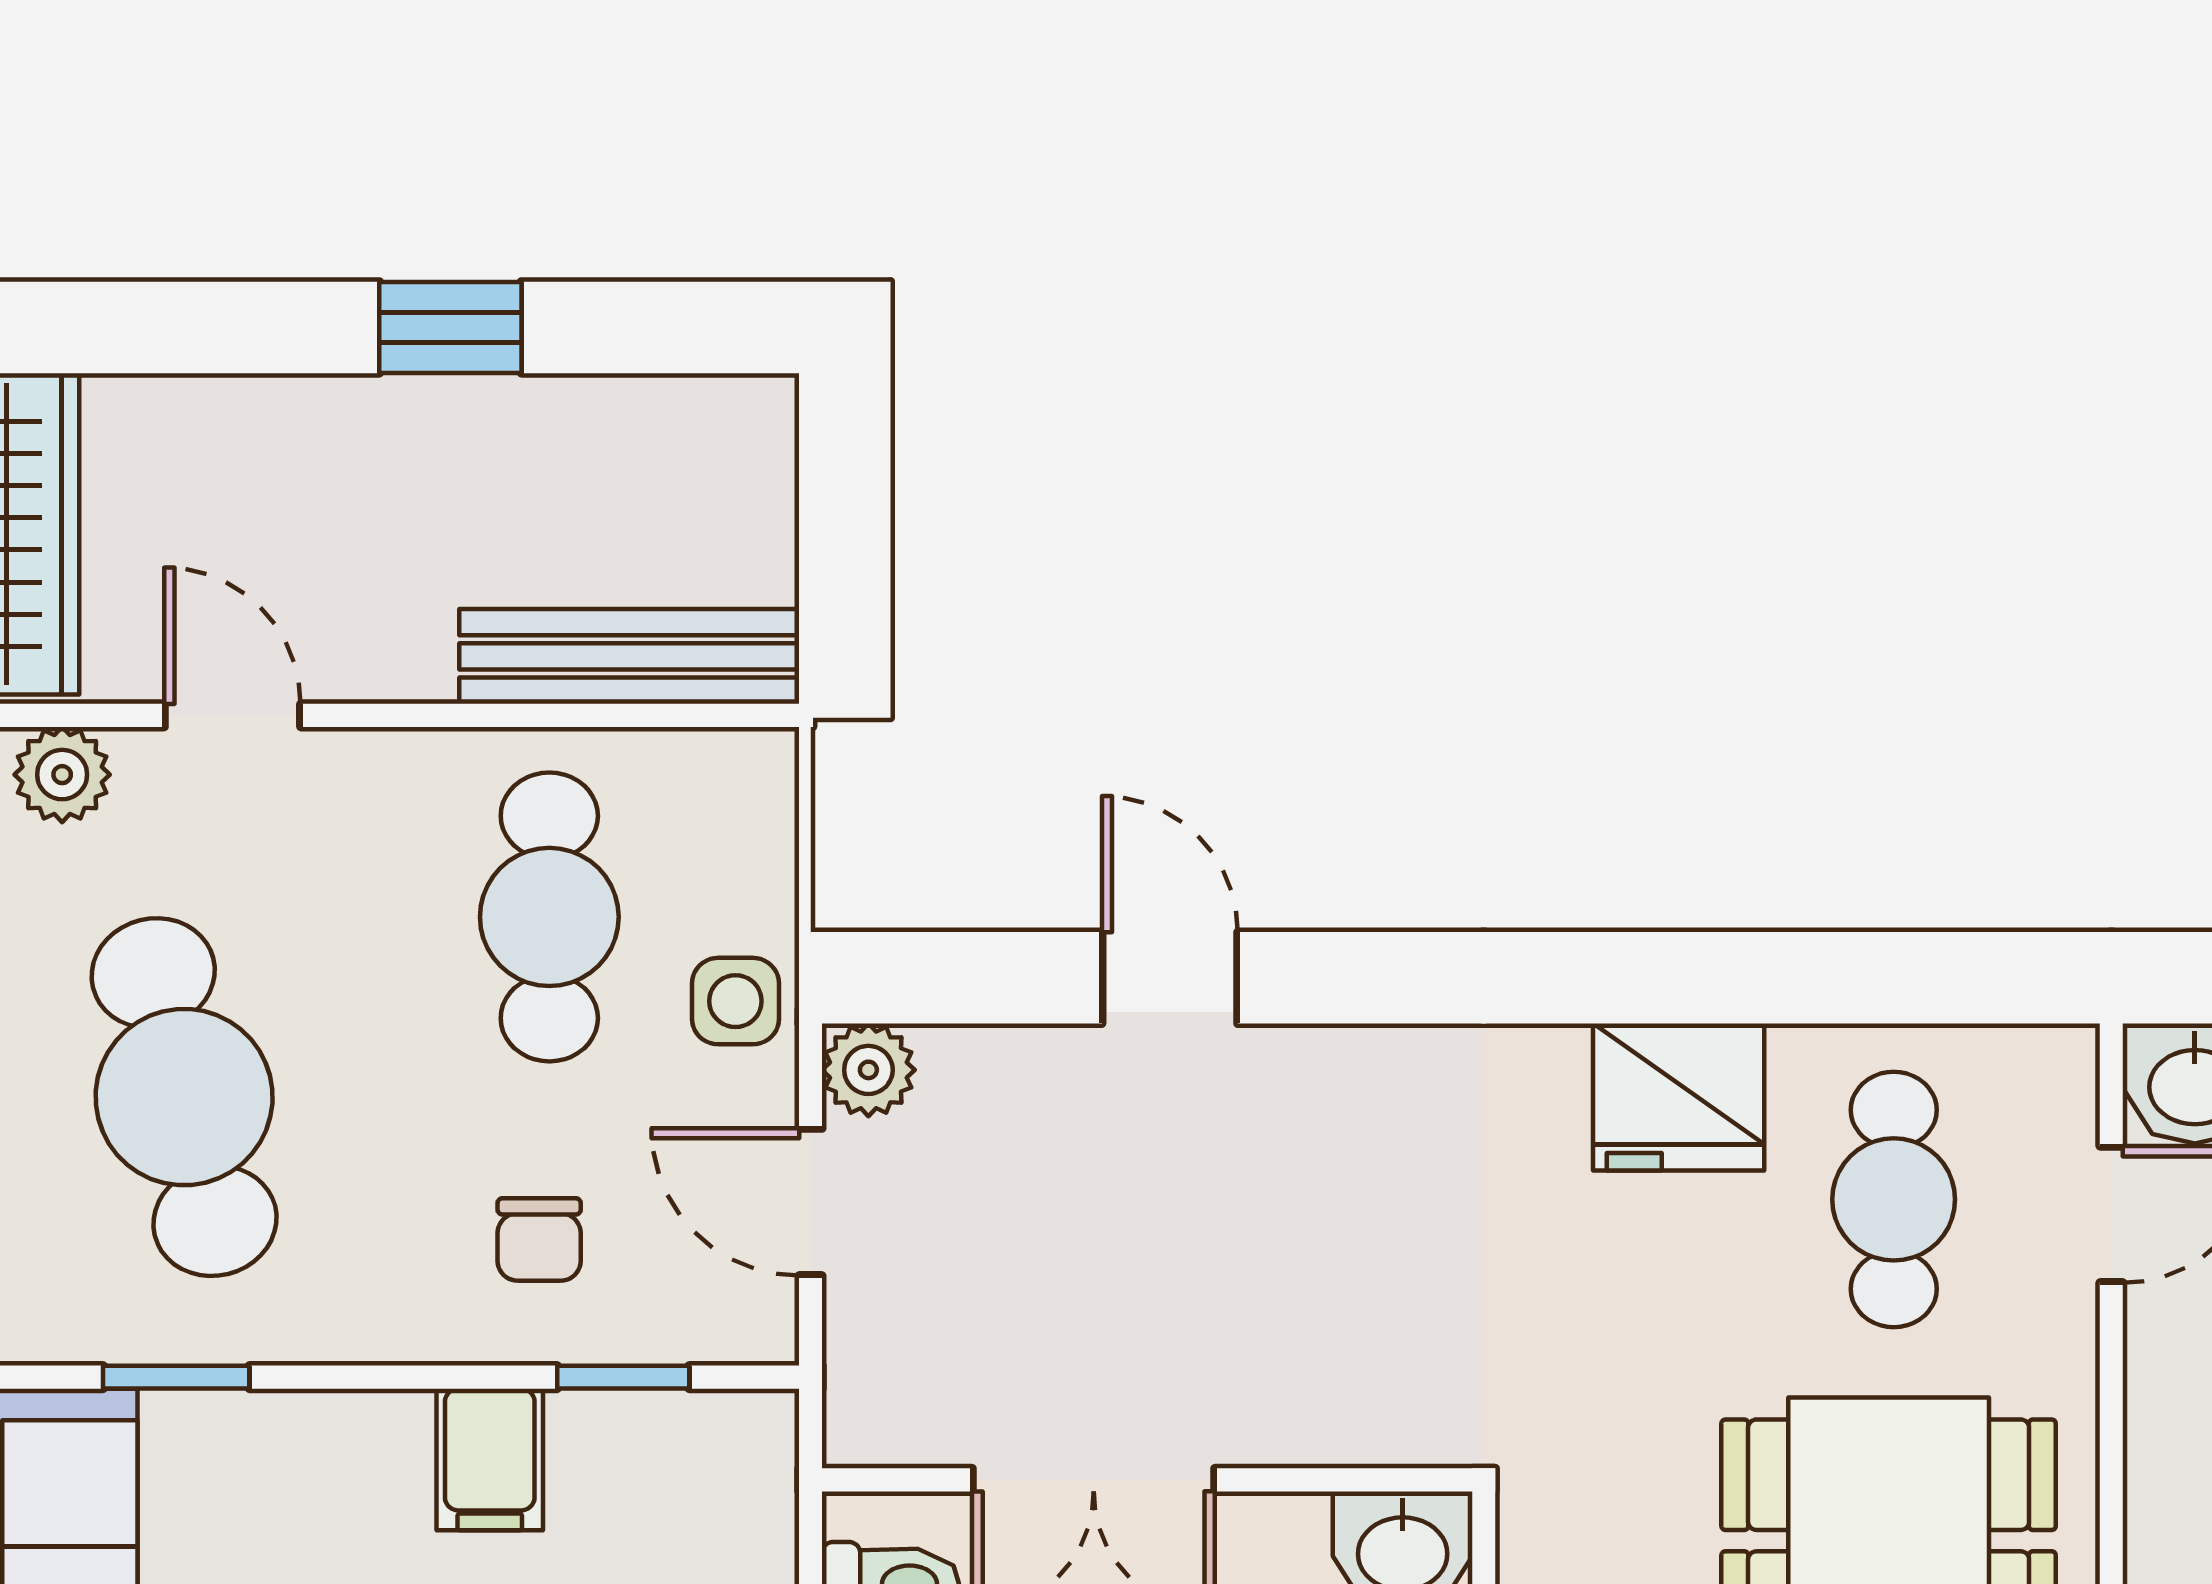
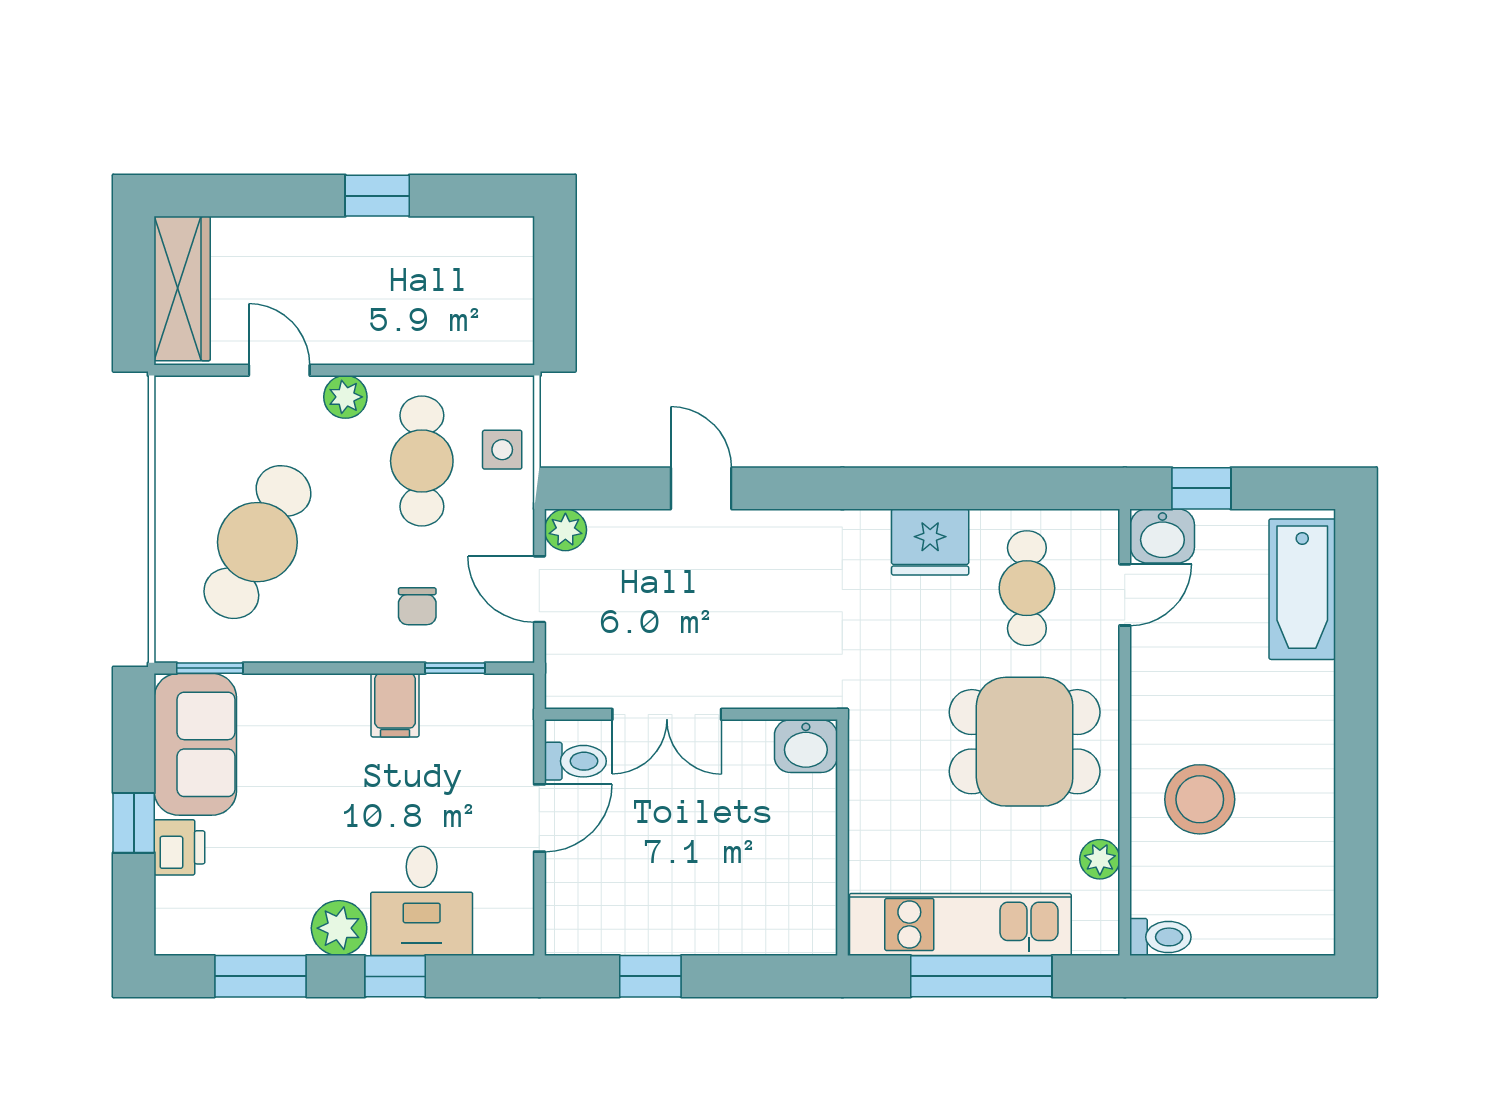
bench: (629, 656) -> (458, 344), removed
plant: (62, 775) -> (345, 397), moved
side table: (735, 1001) -> (502, 450), moved
cafe table: (184, 1097) -> (257, 542), turned 41
window: (176, 1377) -> (210, 668), moved

